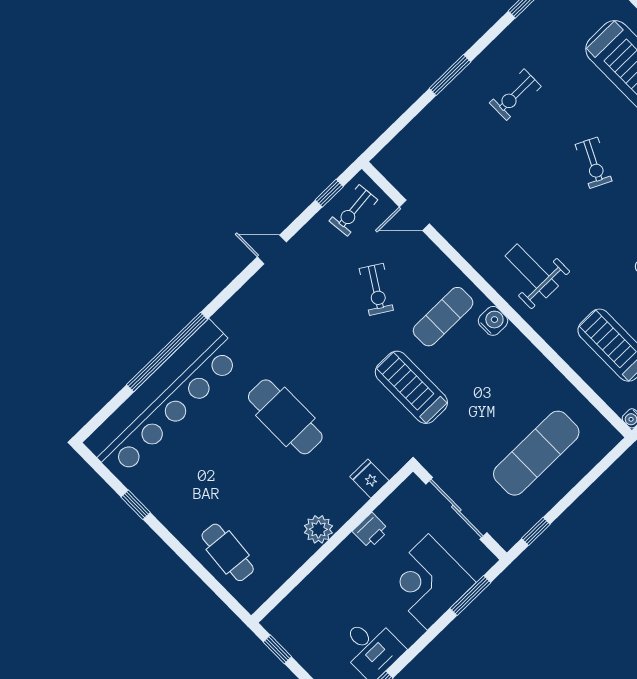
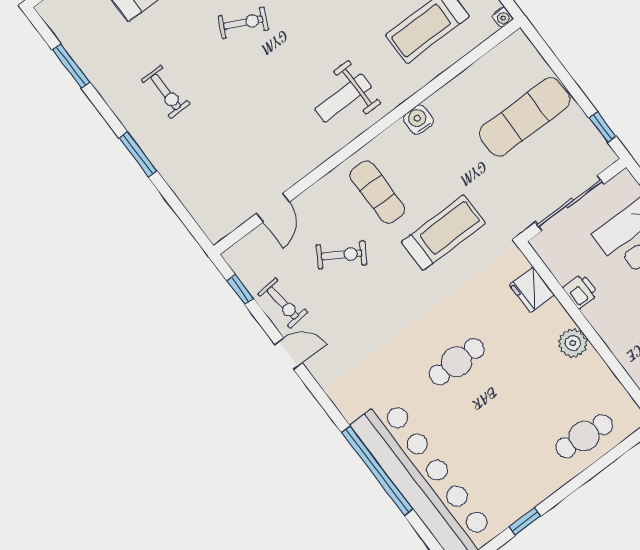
exercise bike: (353, 210) -> (283, 303), moved
door: (272, 249) -> (289, 354), swing flipped
water cooler: (493, 321) -> (418, 120), moved
treadmill: (411, 387) -> (443, 233), turned 180
cafe table: (285, 417) -> (457, 362), width x0.73, depth x0.74
exercise mat: (536, 453) -> (525, 117), turned 90
fridge: (369, 479) -> (532, 290), width x1.38

